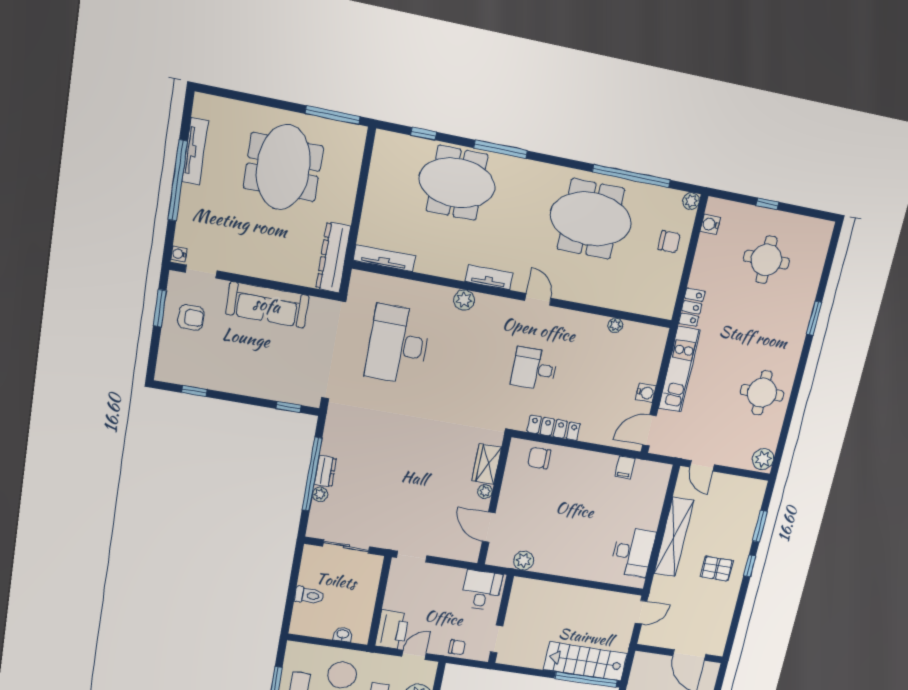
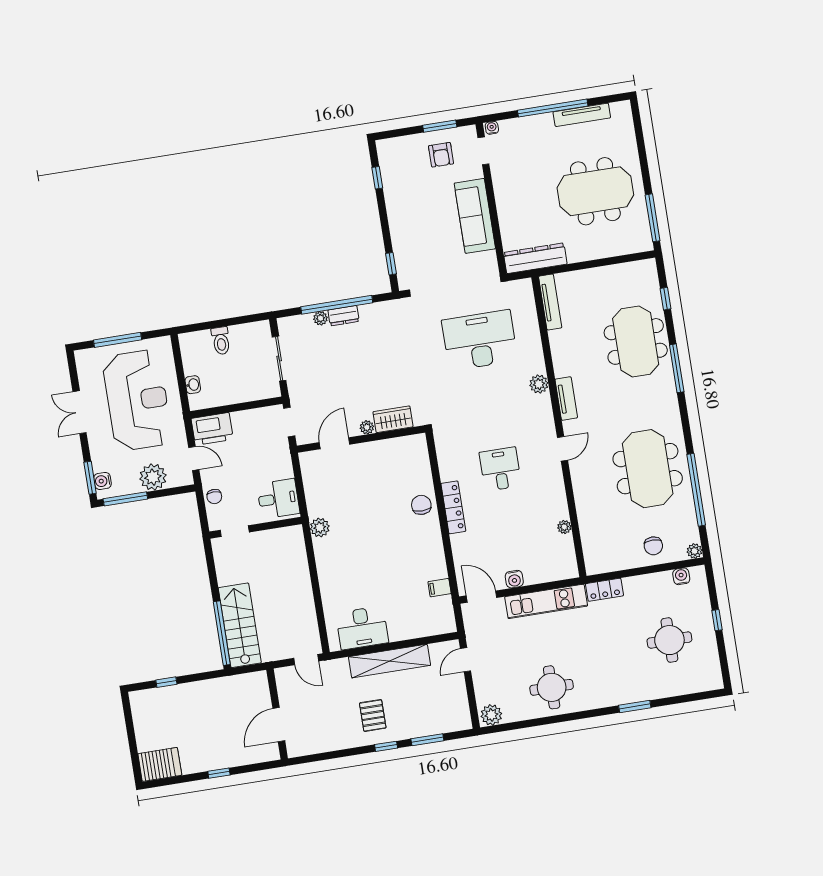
wardrobe: (487, 464) -> (393, 419), moved
plant: (485, 492) -> (367, 427), moved
wall: (494, 501) -> (361, 439), moved
door: (489, 527) -> (335, 443), moved

